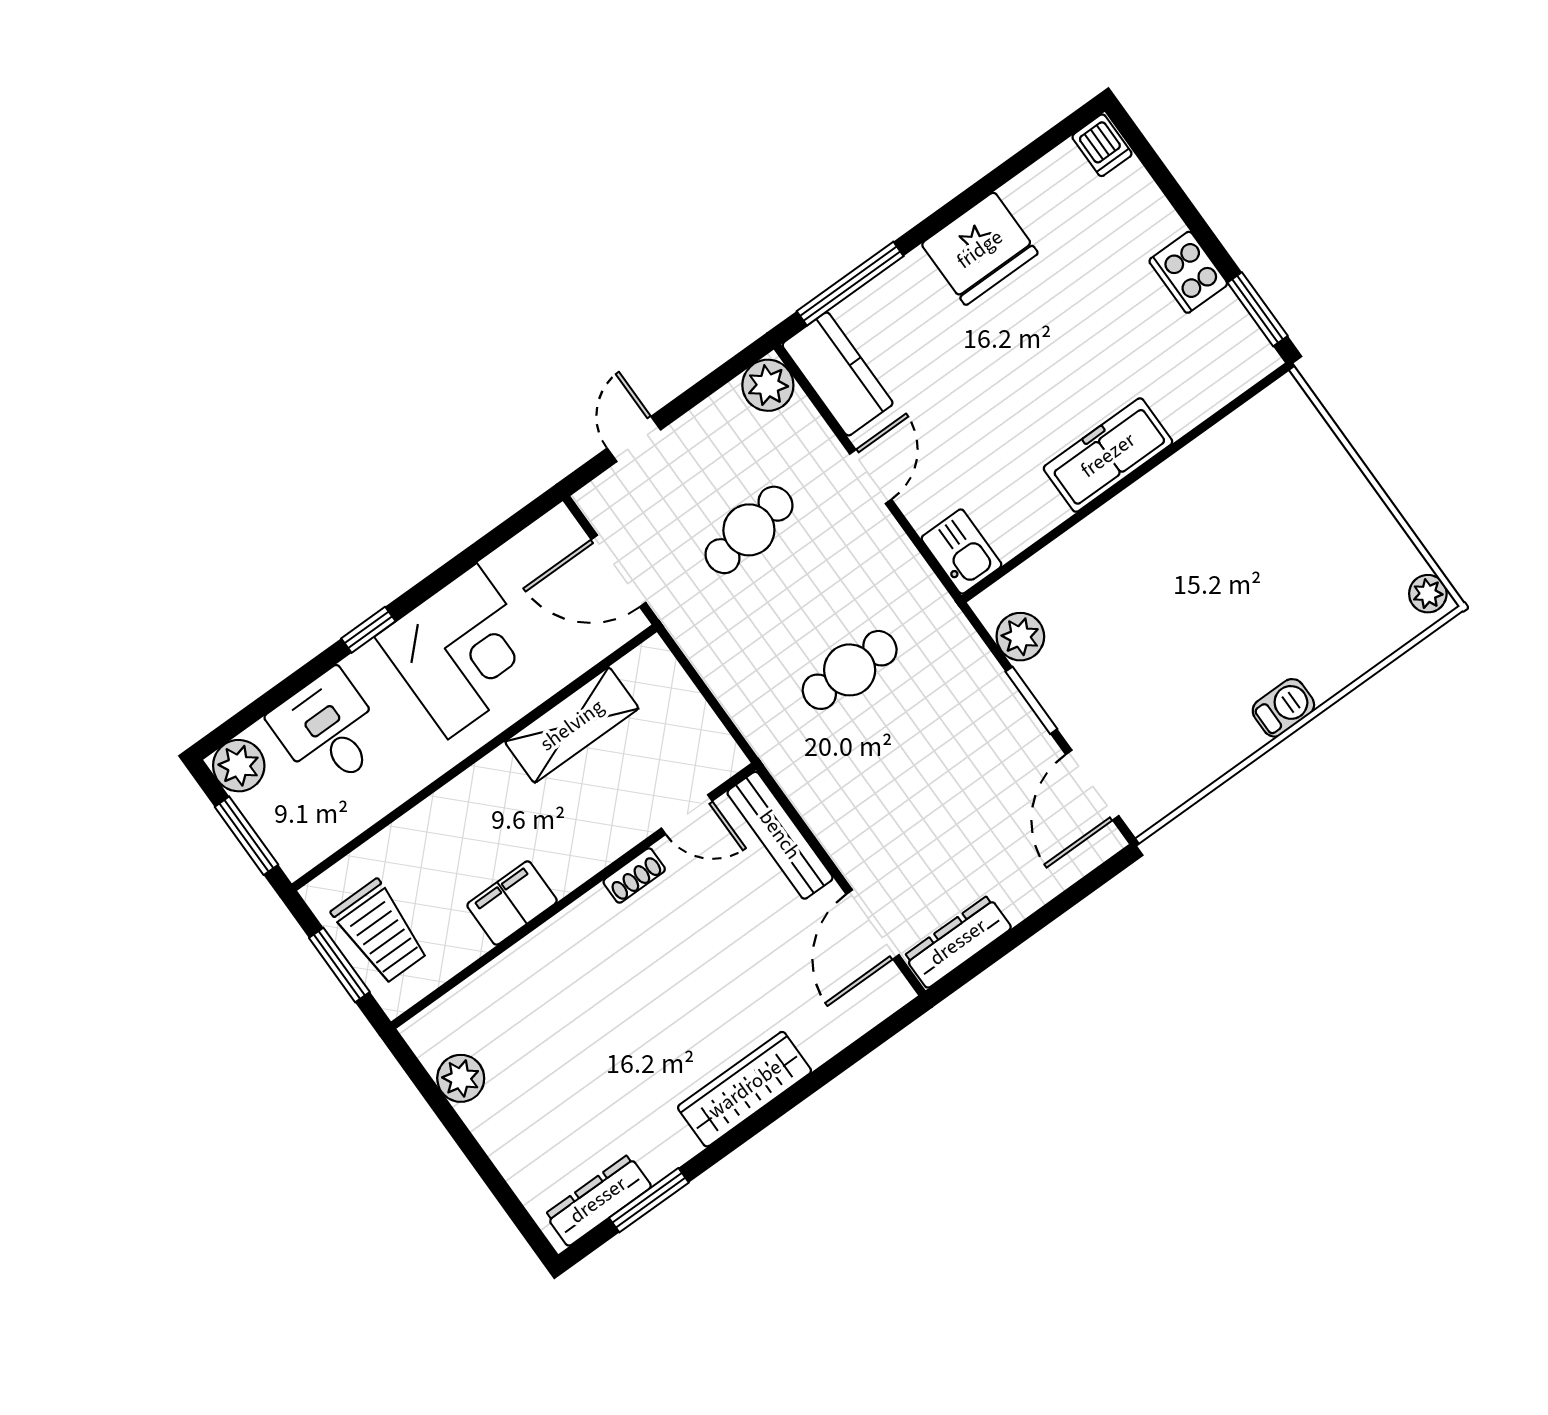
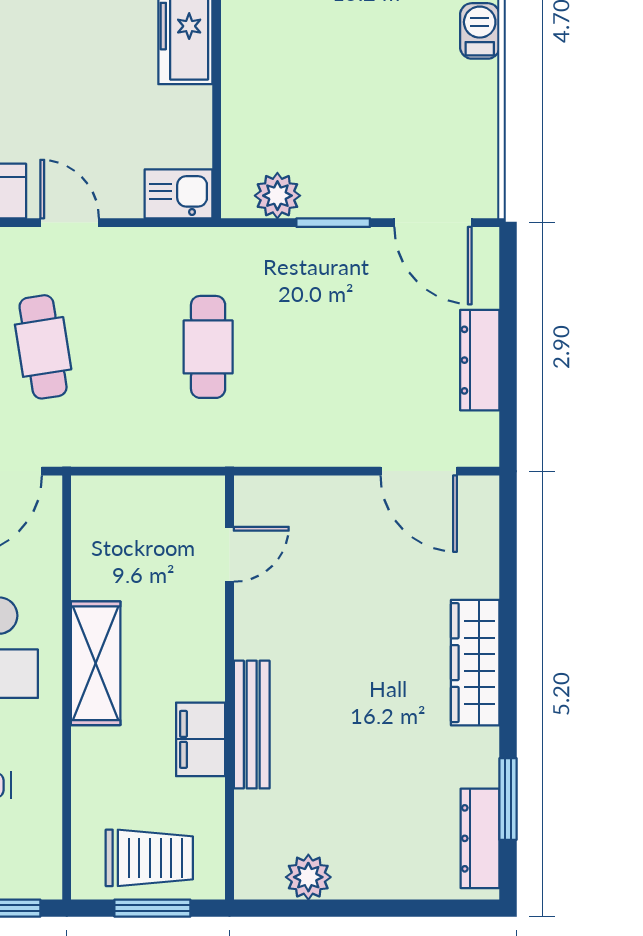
shelving: (572, 725) -> (96, 663), moved
bench: (780, 835) -> (252, 725), moved, turned 90
shoe rack: (634, 875) -> (247, 629), removed
dresser: (958, 942) -> (480, 360), moved

